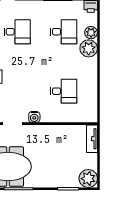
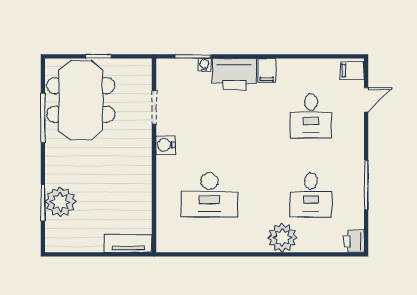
plant: (91, 33) -> (309, 242), removed
desk: (64, 91) -> (209, 195), width x1.37
plant: (88, 179) -> (60, 202), moved

